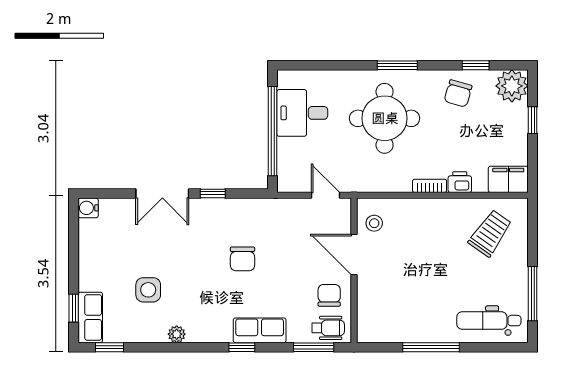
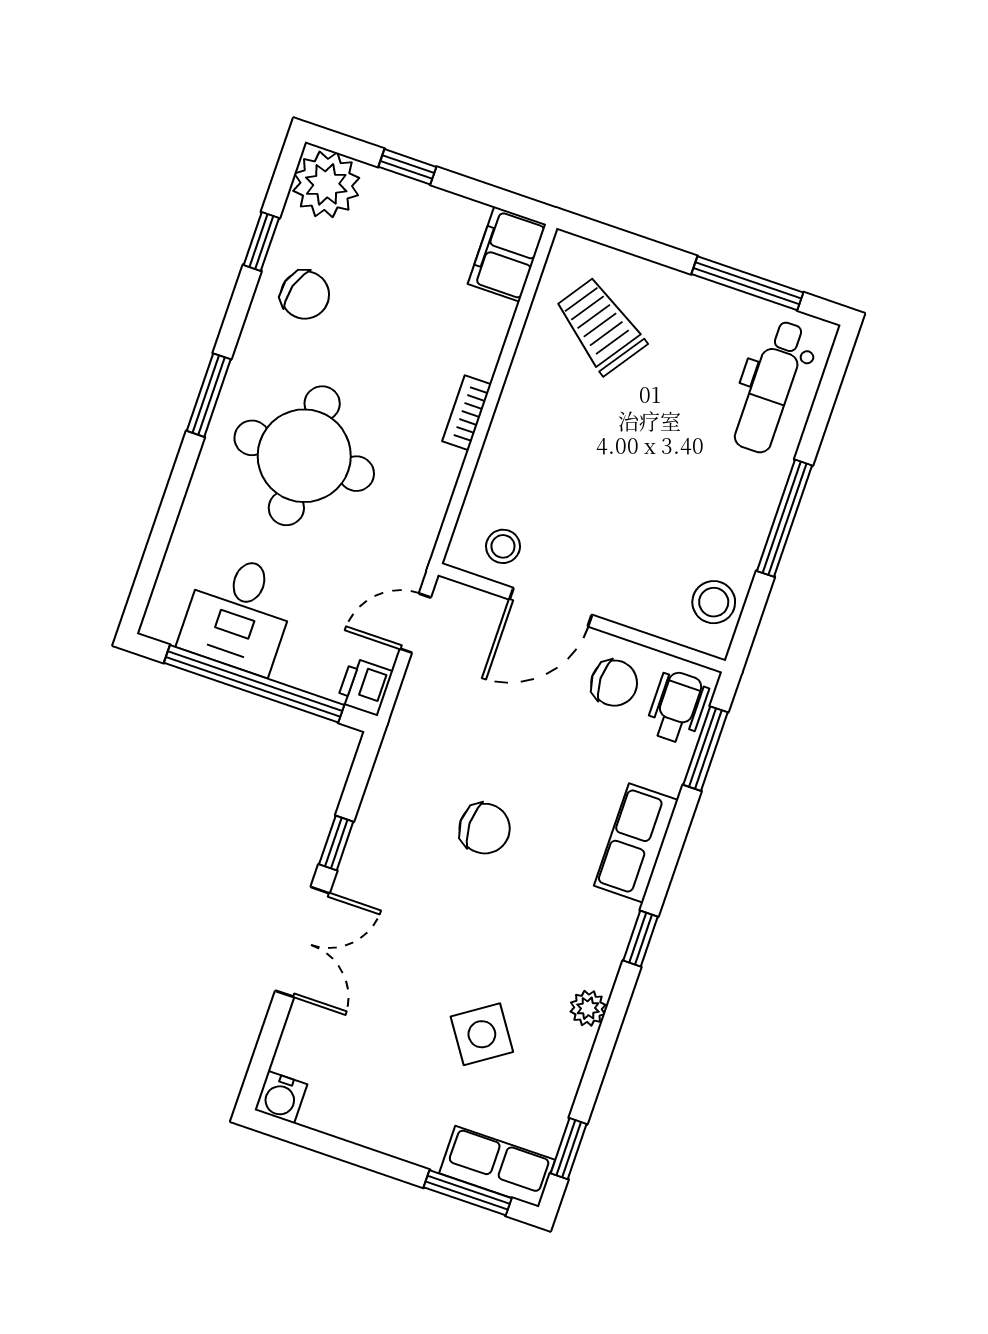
printer: (460, 182) -> (365, 687), moved
side table: (148, 290) -> (482, 1034), turned -34
chair: (329, 295) -> (614, 683), turned 180
window: (74, 308) -> (468, 1193), width x1.50
stool: (382, 328) -> (714, 602), added
window: (242, 347) -> (641, 939), moved

